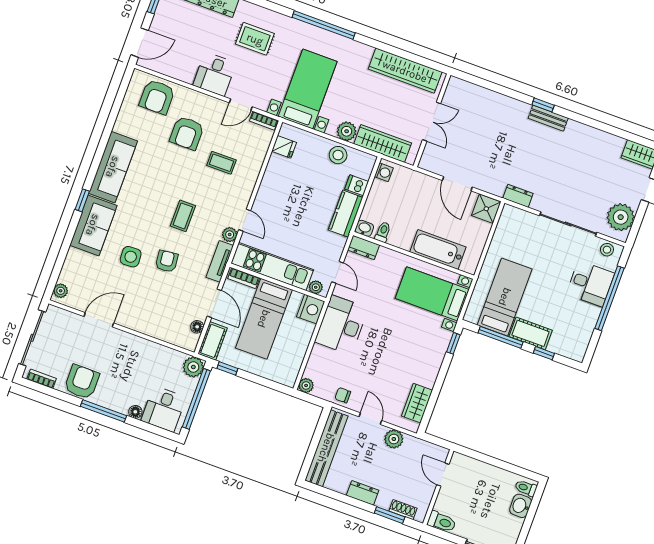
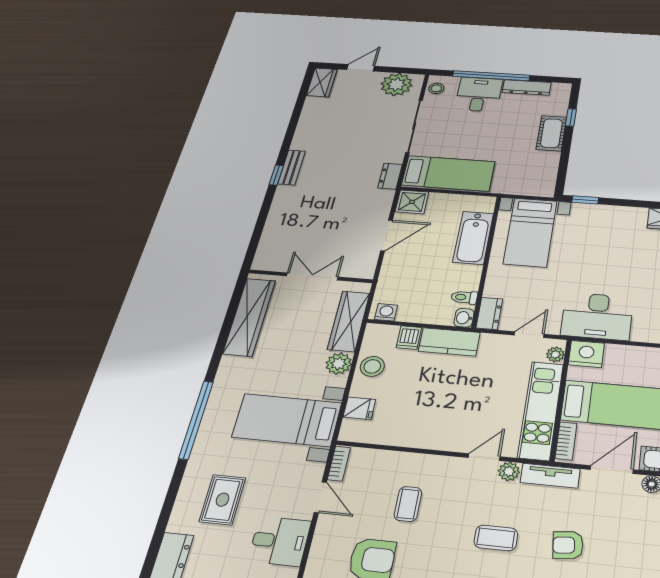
fridge: (284, 147) -> (359, 408), moved, turned 90
bed: (505, 297) -> (448, 173), moved, turned 180
dresser: (588, 325) -> (527, 87), added
window: (501, 337) -> (564, 158), removed

